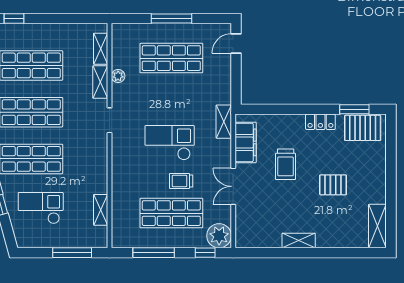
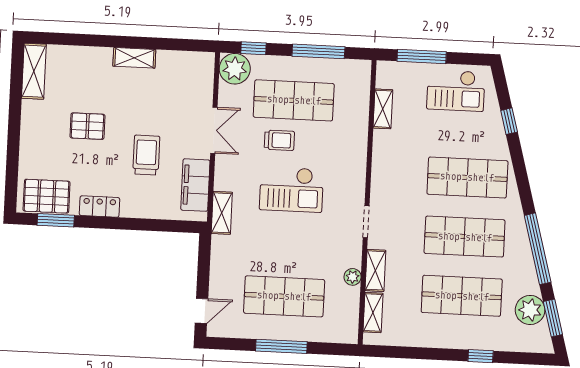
checkout: (41, 208) -> (456, 90), moved

